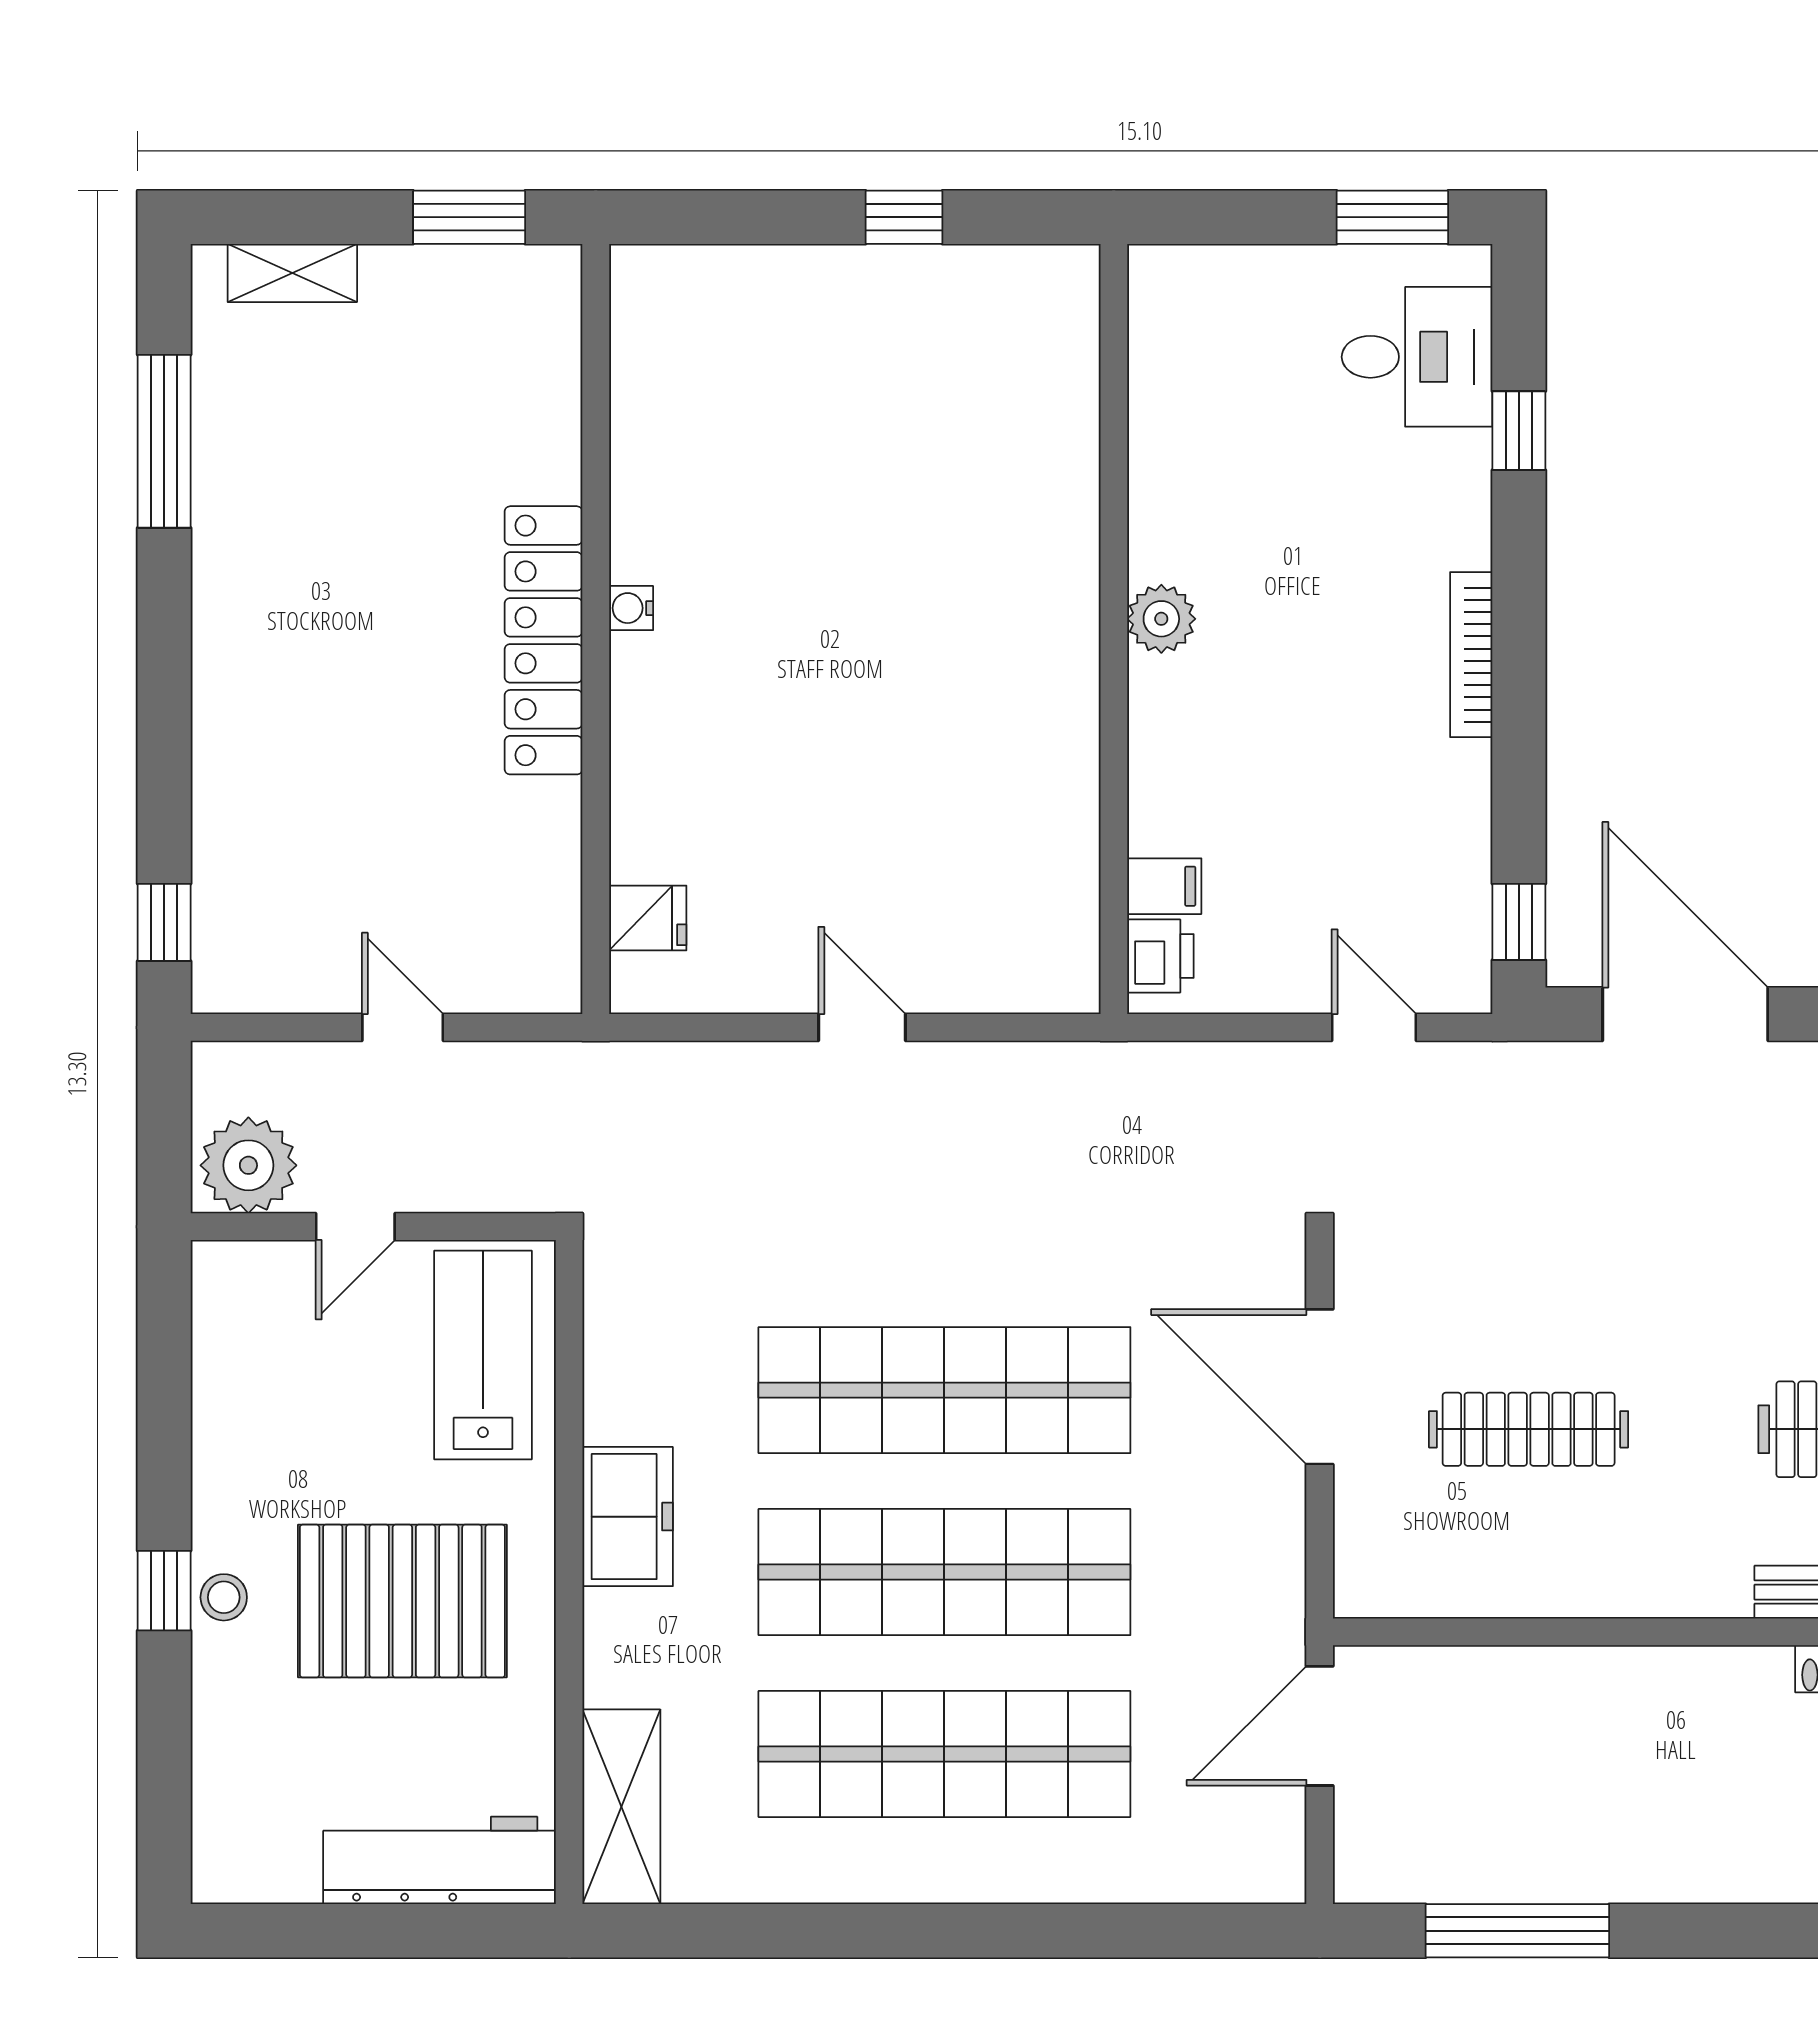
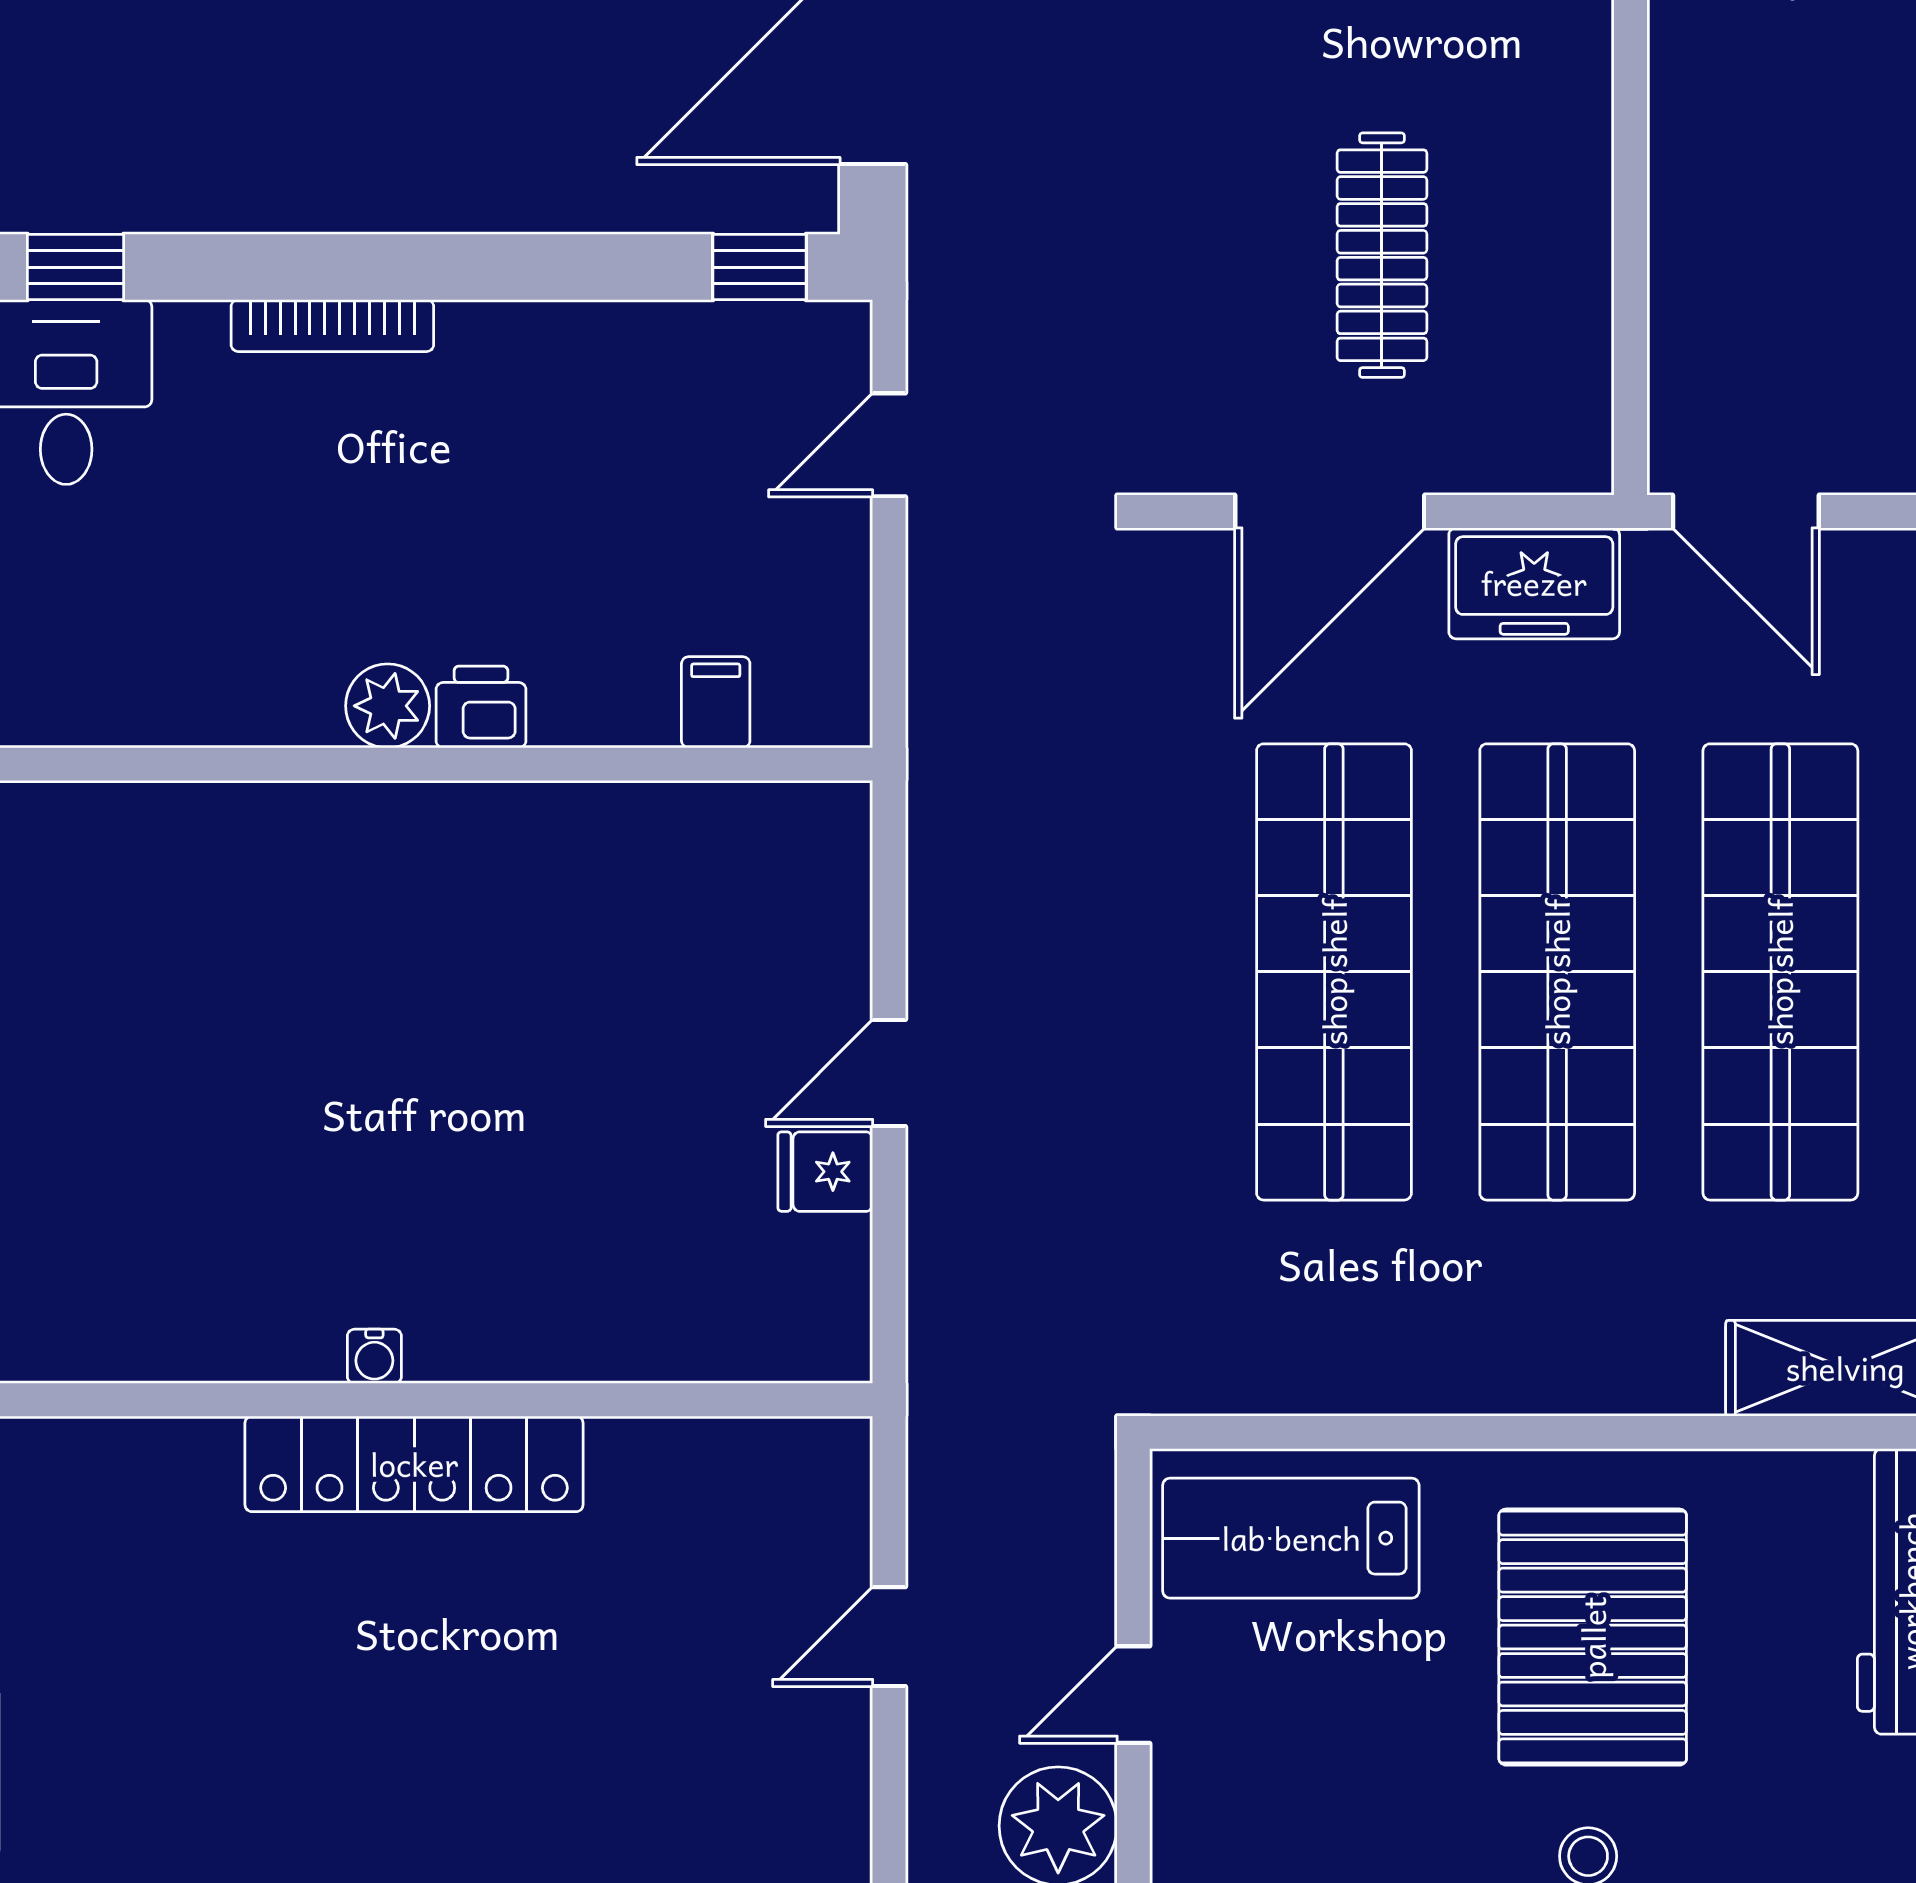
window: (1519, 431) -> (75, 267), moved
bookcase: (1471, 655) -> (332, 326), moved
fridge: (648, 918) -> (825, 1172), moved, turned -90
printer: (1160, 956) -> (481, 707), moved
door: (355, 1227) -> (1133, 1695), swing flipped
freezer: (628, 1517) -> (1534, 583), moved, turned 180

